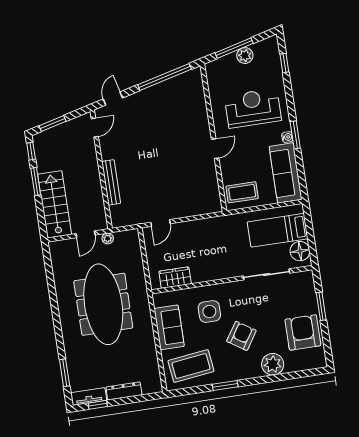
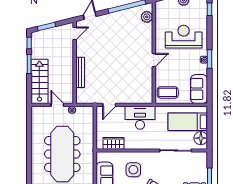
plant: (195, 88) -> (147, 17), added
sofa: (286, 173) -> (199, 89), width x0.73
door: (86, 234) -> (57, 105), swing flipped
desk: (208, 235) -> (140, 118), added

